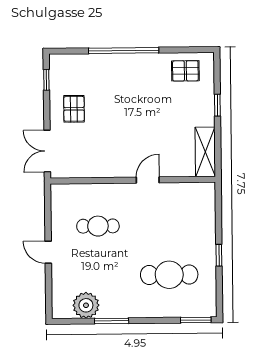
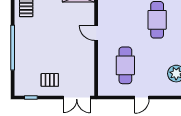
cafe table: (98, 226) -> (125, 65), width x1.37, depth x1.35

